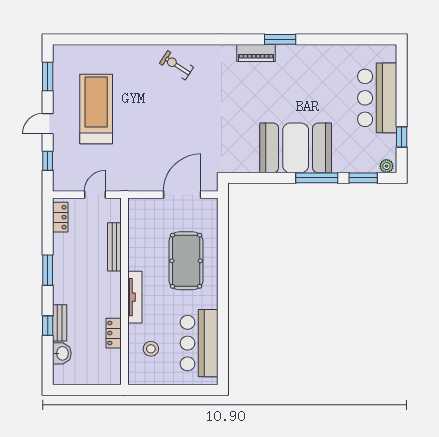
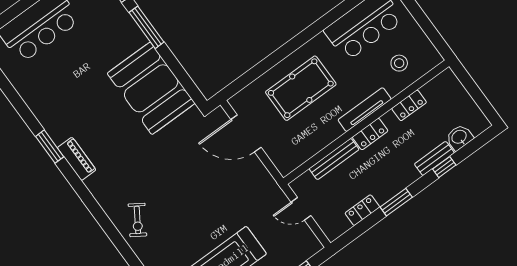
booth: (296, 148) -> (151, 88), moved
locker: (60, 217) -> (362, 210), moved
locker: (113, 288) -> (370, 134), added

